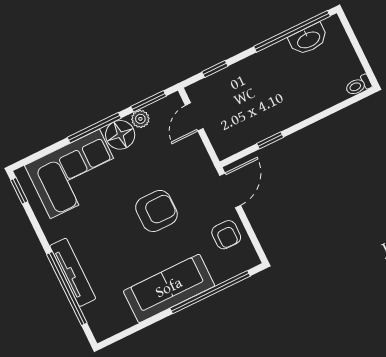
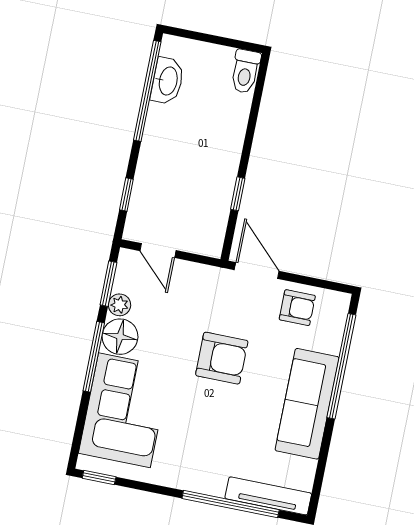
toilet: (358, 85) -> (245, 71), width x1.37, depth x1.39
armchair: (156, 211) -> (222, 358), turned 90
tv unit: (73, 272) -> (268, 496), moved

